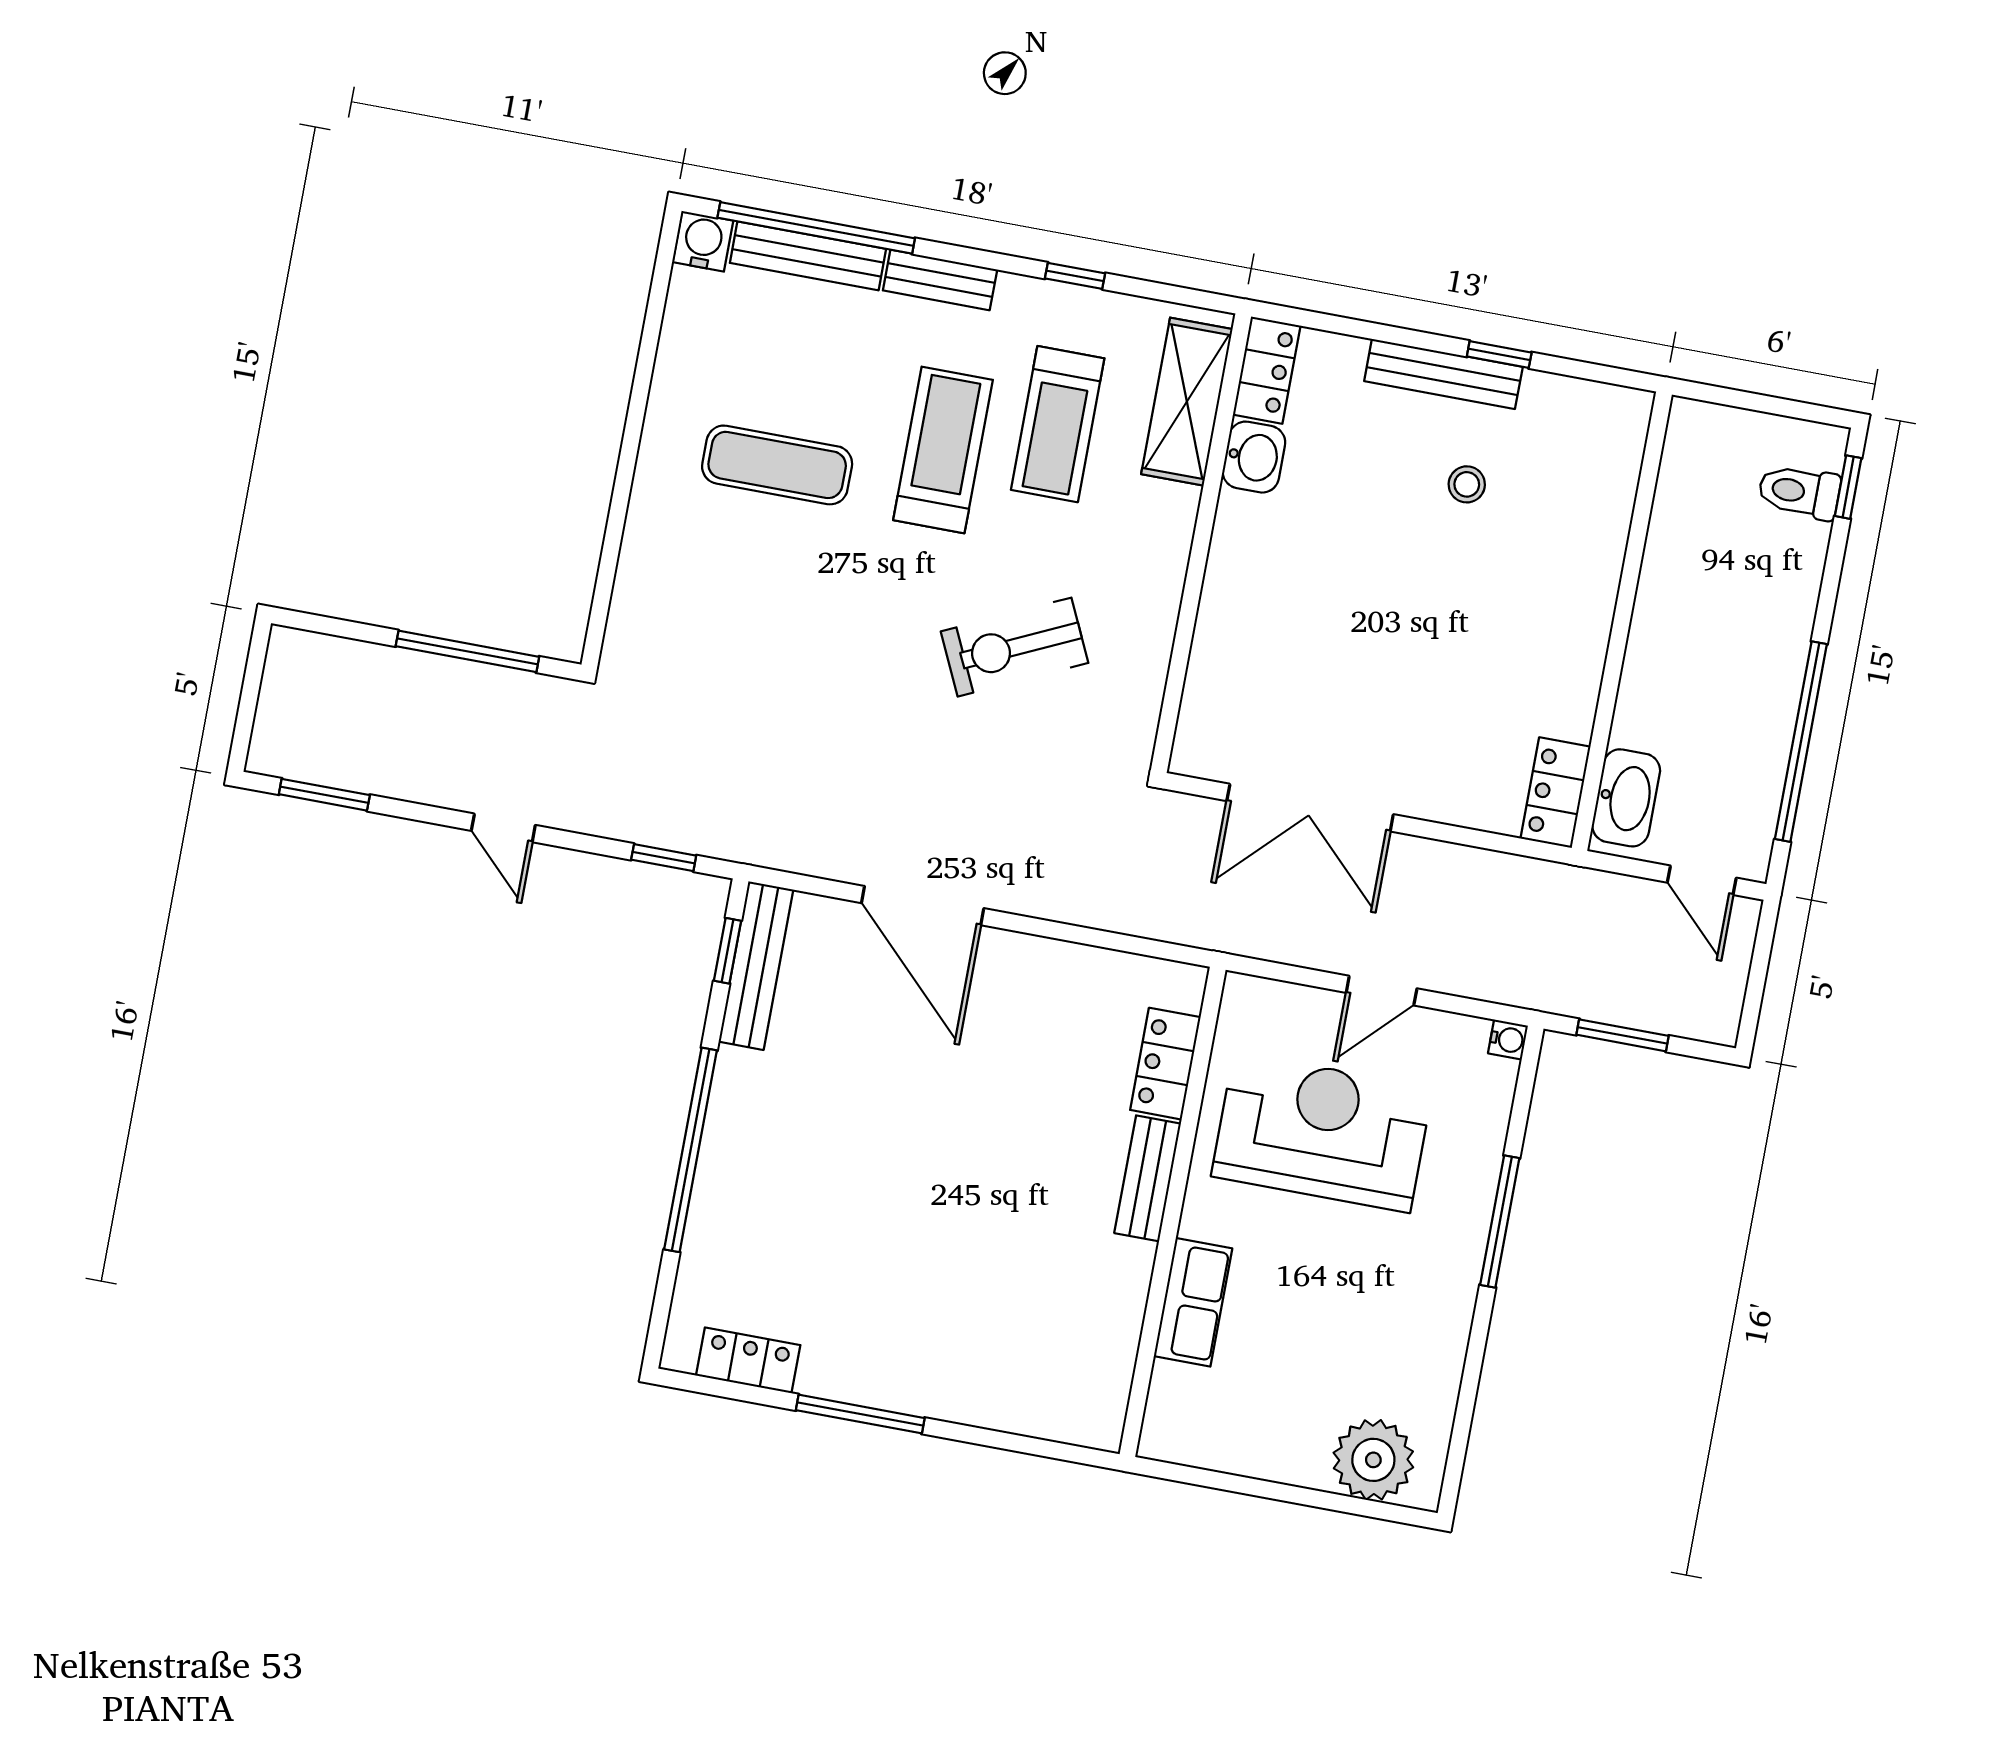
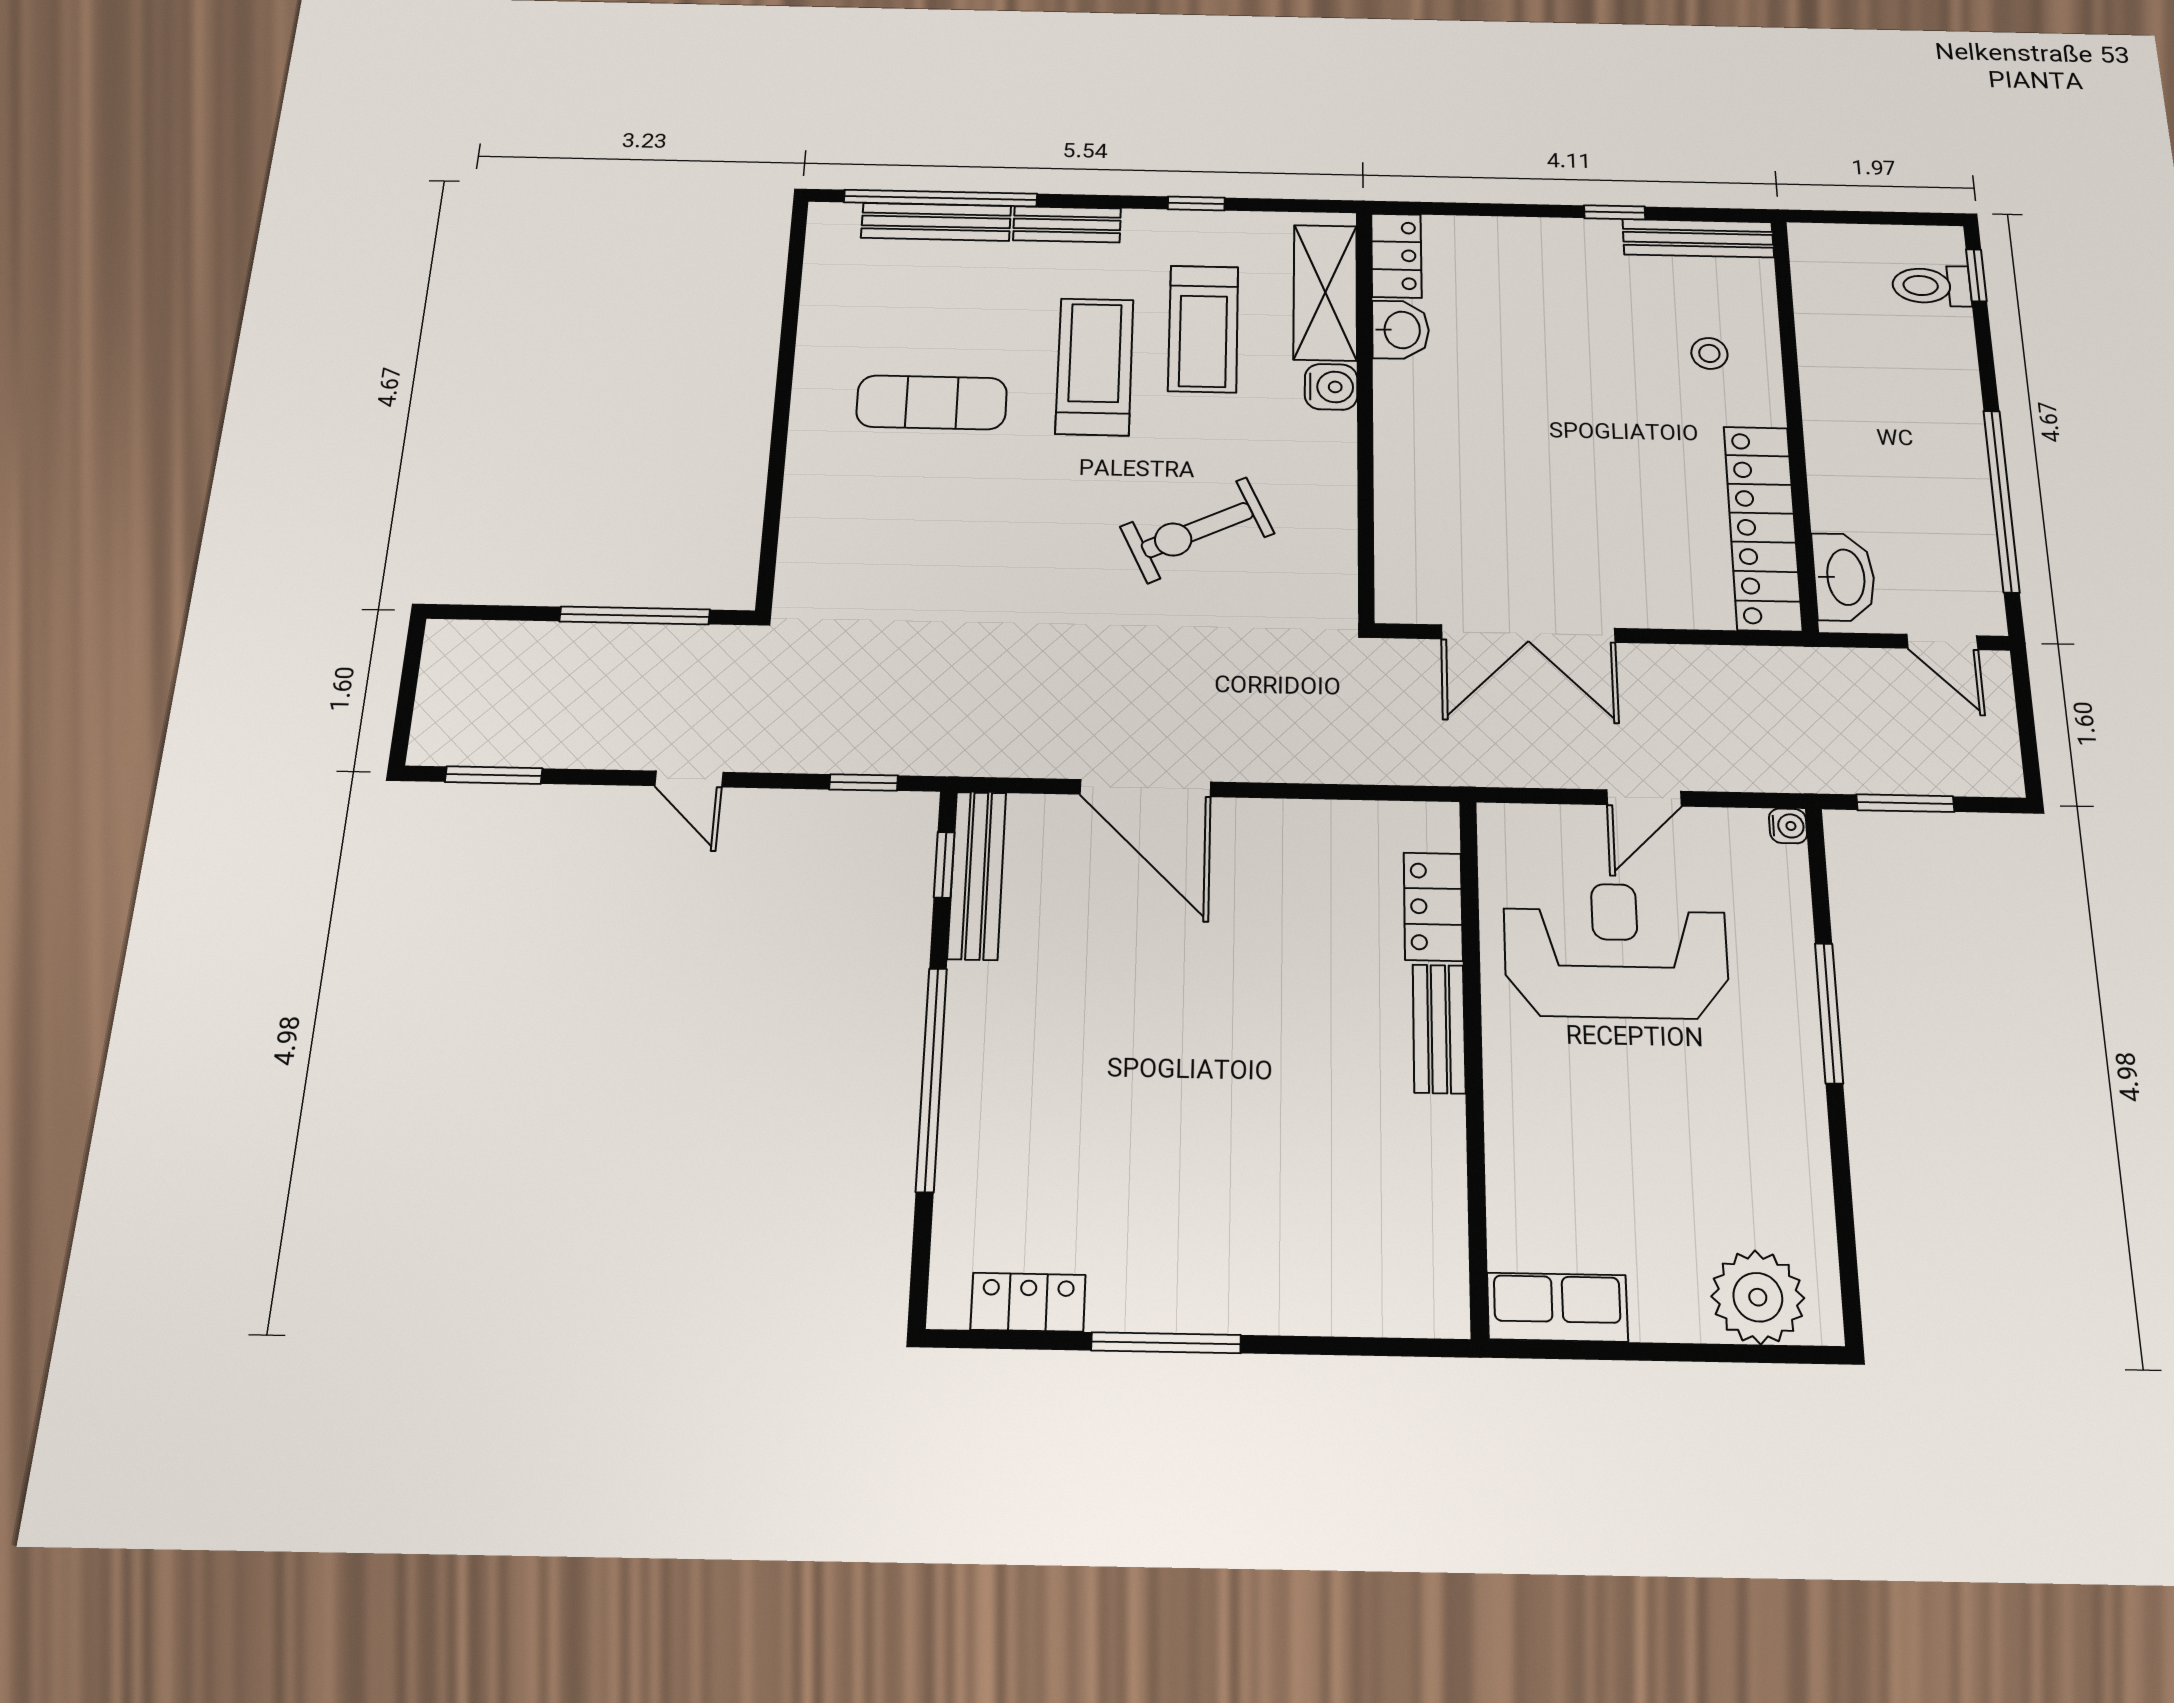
water cooler: (703, 241) -> (1331, 387), moved, turned 90
bench: (1443, 374) -> (1698, 238), moved
stool: (1467, 484) -> (1709, 353), moved
locker: (1555, 793) -> (1763, 528), width x2.16, depth x1.21
row of seats: (1193, 1302) -> (1557, 1307), moved, turned -90

